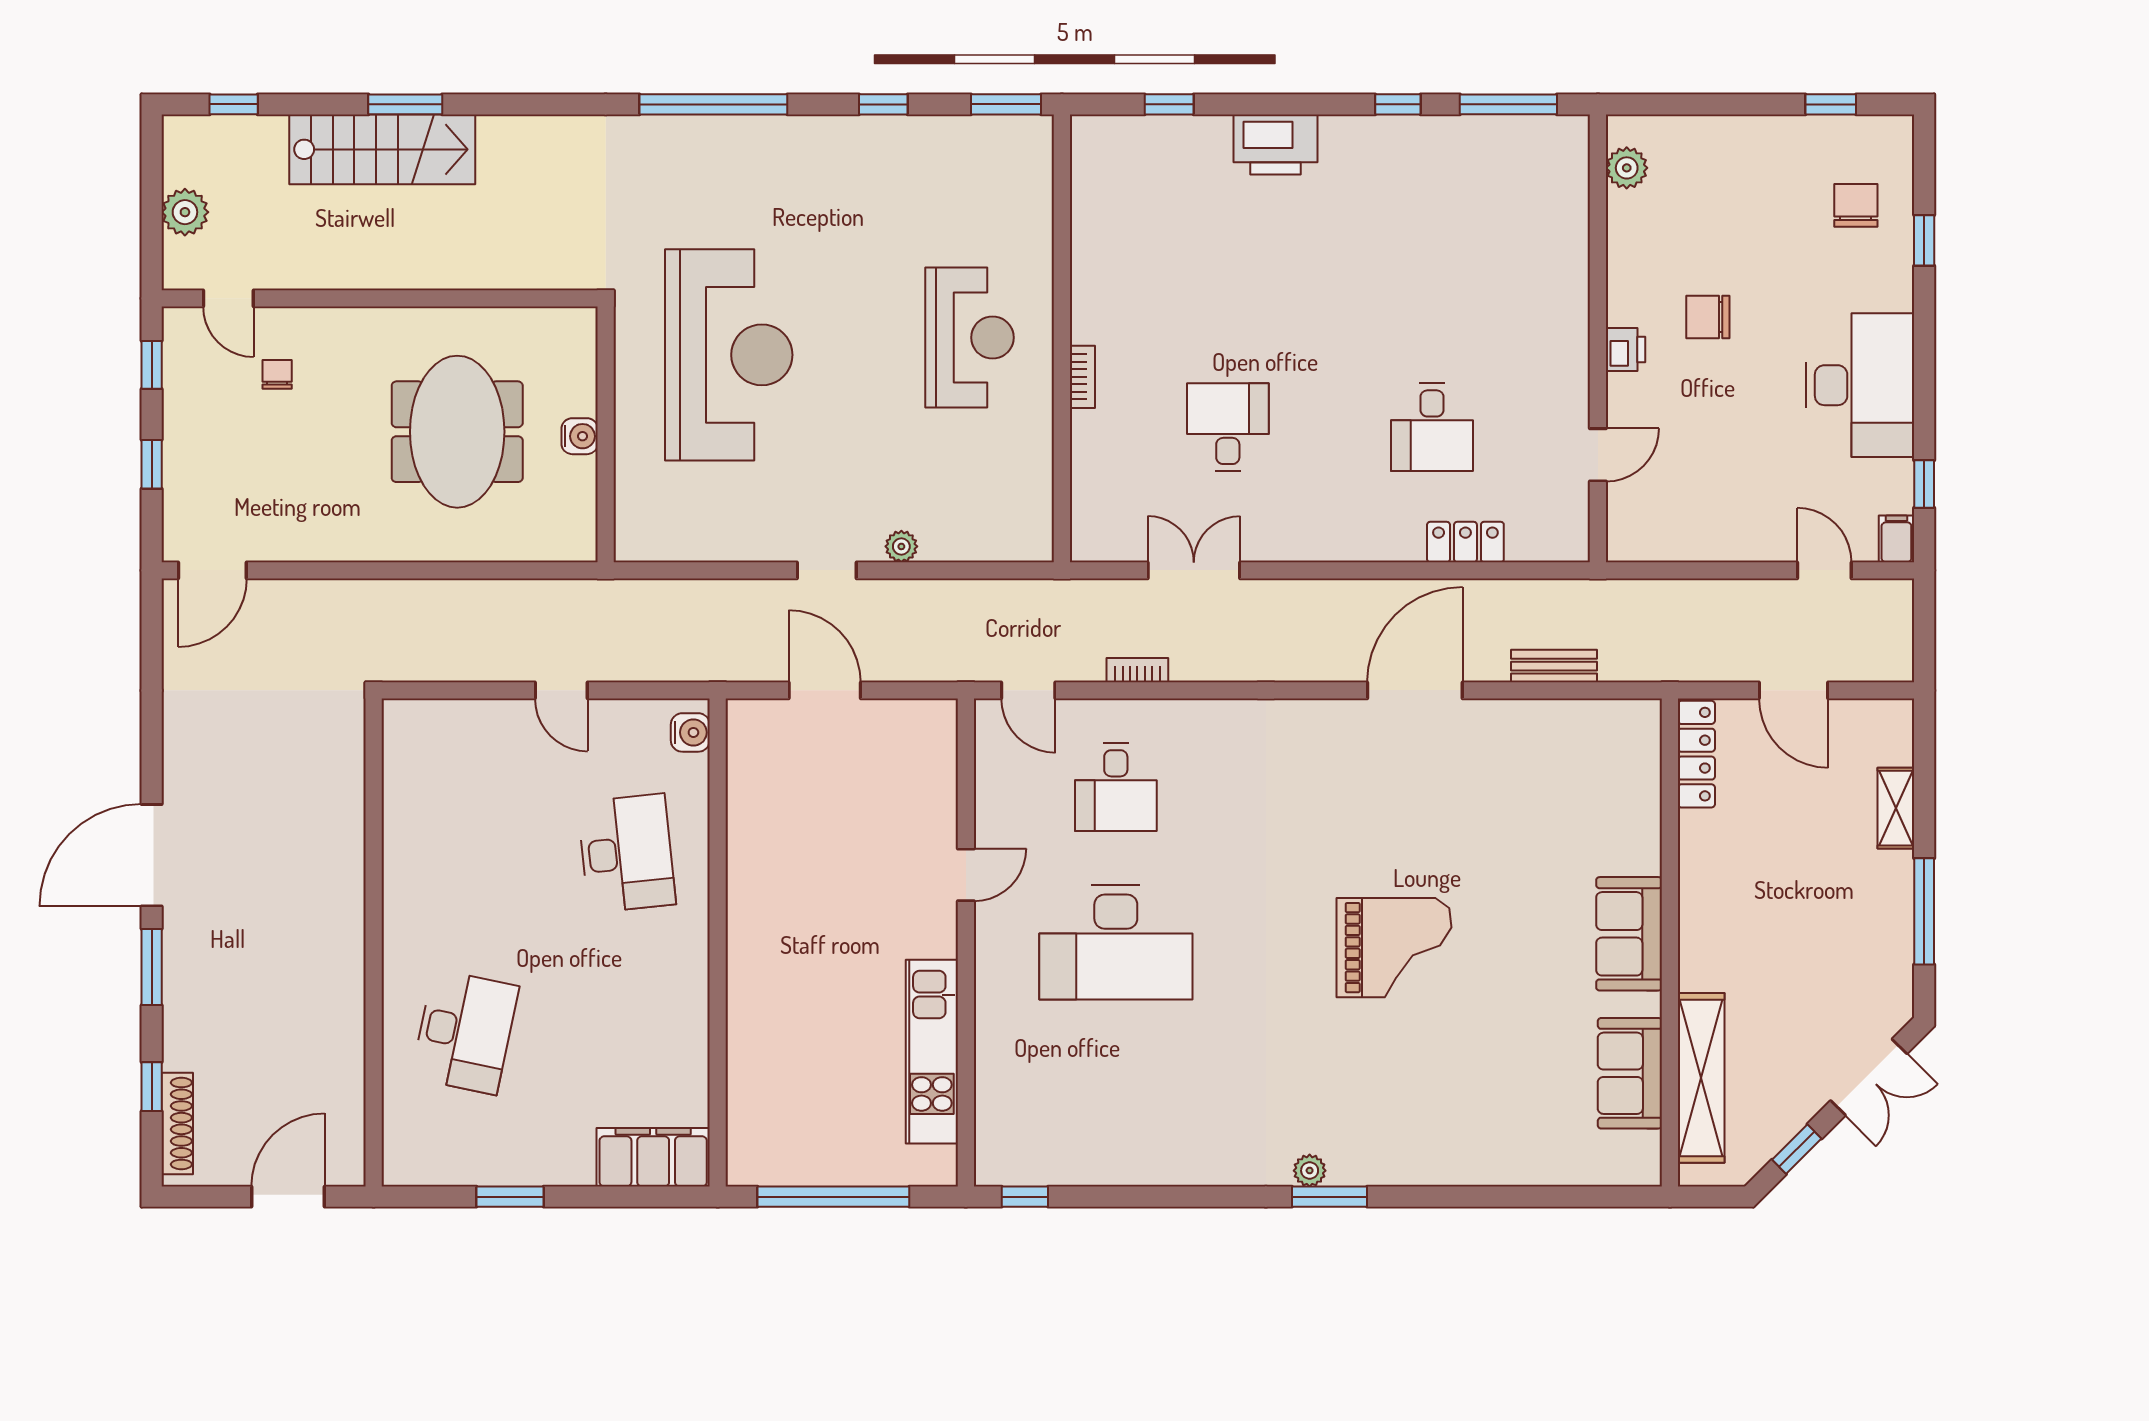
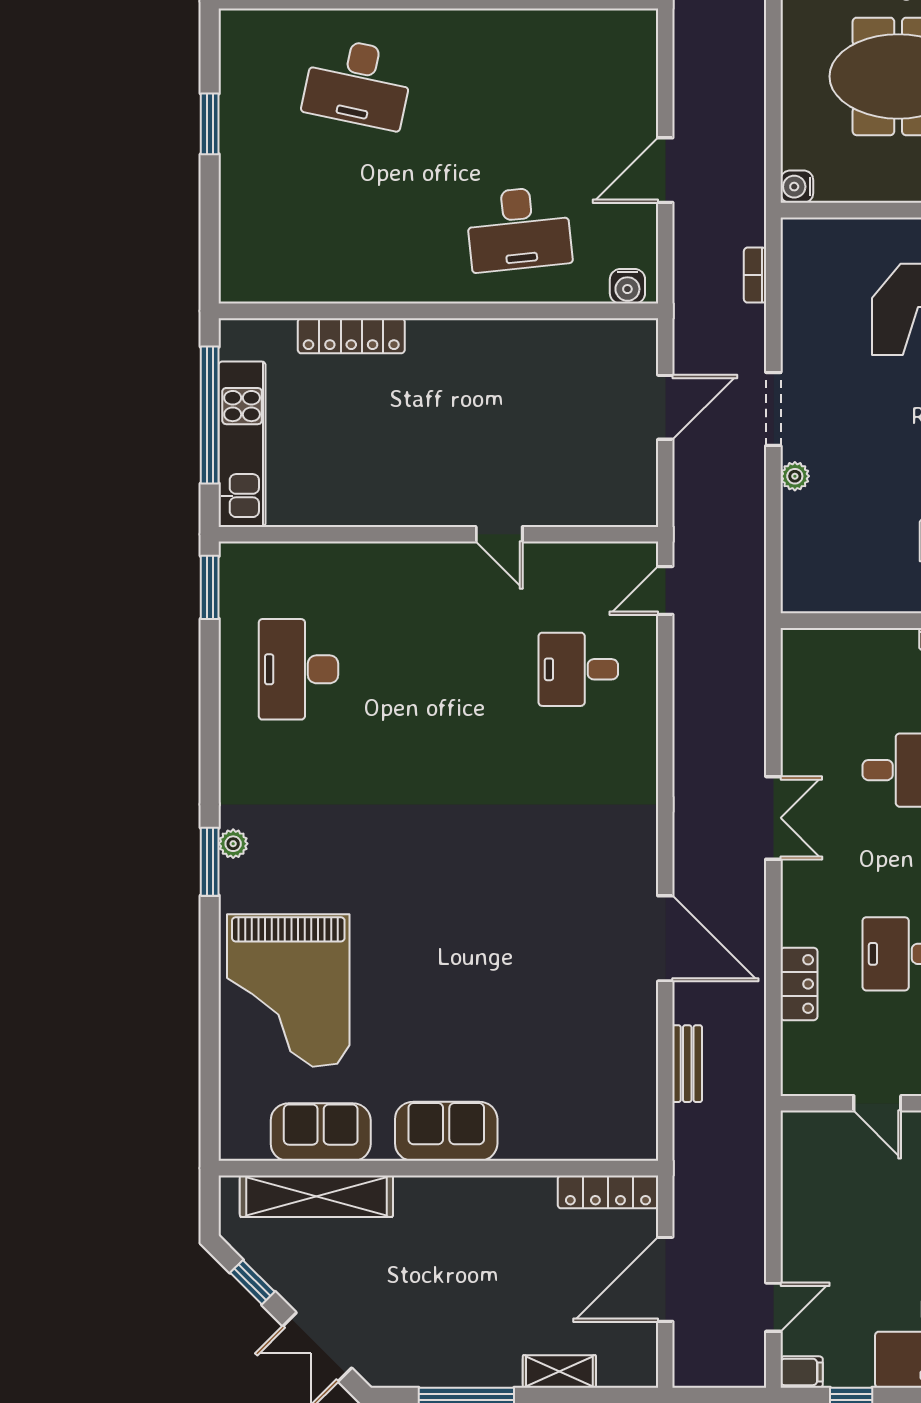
water cooler: (580, 436) -> (797, 187), moved, turned 90
doorway: (827, 570) -> (773, 409), width x1.38
double door: (1194, 570) -> (773, 818), moved
bookcase: (1137, 670) -> (755, 275), moved, turned 180
door: (561, 690) -> (665, 170), width x1.38
door: (1794, 690) -> (665, 1279), width x1.36
desk: (1116, 943) -> (298, 669), moved, width x0.73, depth x0.77
grand piano: (1394, 948) -> (288, 990), moved, width x1.37, depth x1.48
locker: (745, 1039) -> (351, 336), added
kitchen unit: (932, 1052) -> (242, 444), moved, turned 90
filing cabinet: (653, 1157) -> (245, 253), removed
window: (1025, 1197) -> (210, 587), width x1.50

